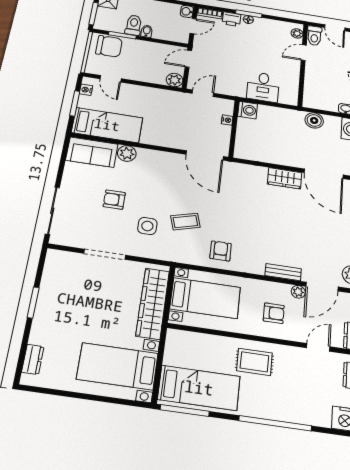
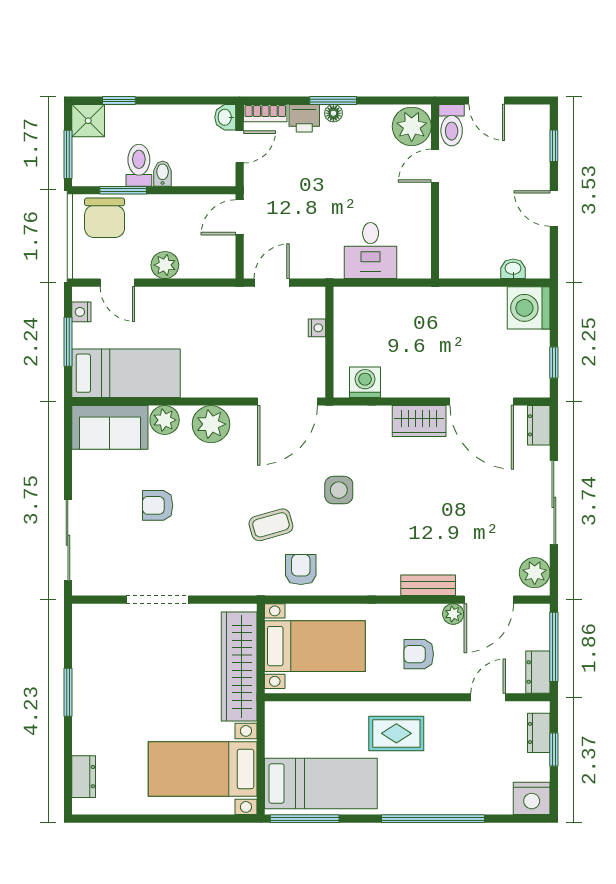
plant: (297, 33) -> (412, 126), width x1.88, depth x1.88
chair: (109, 46) -> (105, 218), turned 90
plant: (175, 80) -> (165, 265), moved
washing machine: (248, 110) -> (365, 382), moved, turned -90
boiler: (314, 120) -> (461, 302), removed
door: (205, 155) -> (287, 402), hinge flipped
plant: (155, 160) -> (211, 424), added
side table: (147, 226) -> (339, 490), moved
armchair: (221, 251) -> (301, 569), moved
armchair: (274, 313) -> (419, 654), turned 180

